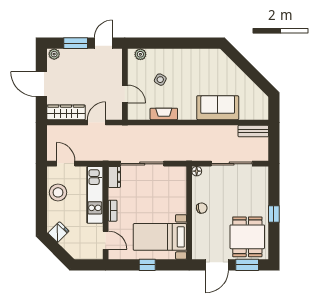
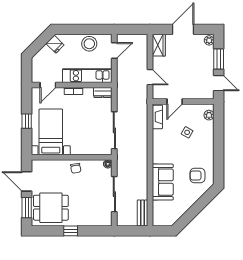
armchair: (210, 68) -> (197, 175), added
wardrobe: (66, 112) -> (159, 45), width x0.67
fireplace: (164, 114) -> (157, 117), moved
sliding door: (142, 164) -> (114, 130), moved

